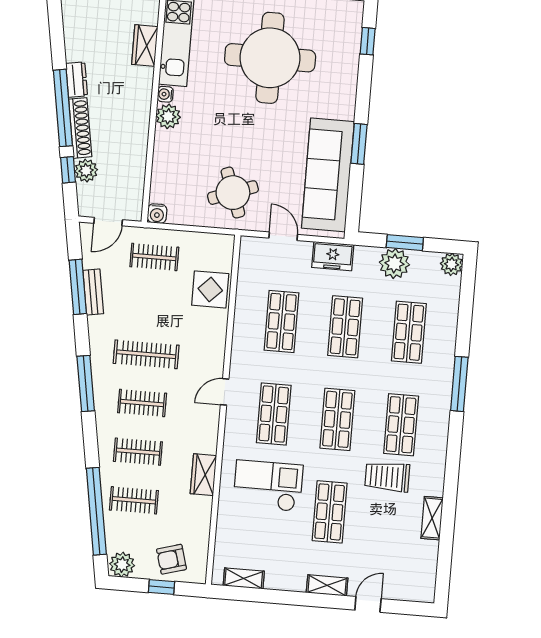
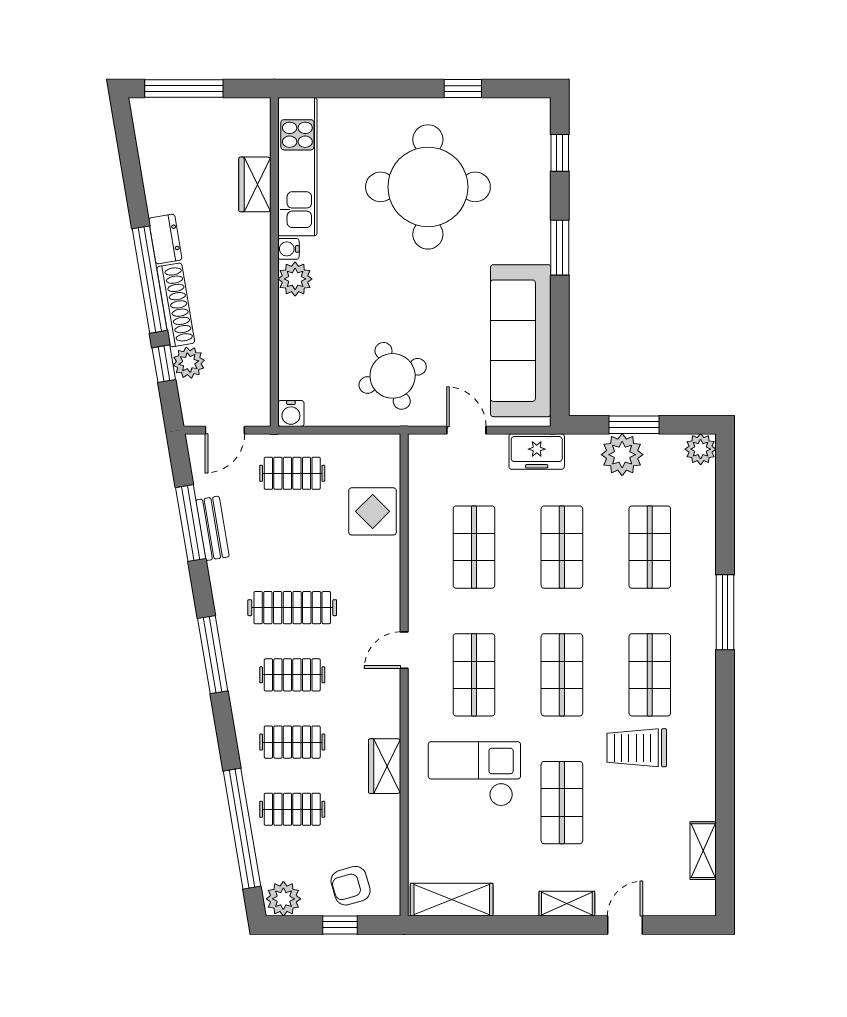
window: (359, 144) -> (560, 248), moved
shelving: (432, 518) -> (703, 851), moved
shelving: (244, 578) -> (452, 900), width x1.50, depth x1.33

